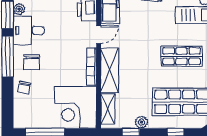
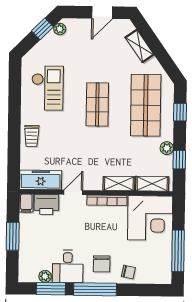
door: (99, 35) -> (73, 192), hinge flipped
chair: (32, 62) -> (102, 264), turned 90
shelving: (110, 70) -> (119, 184), width x0.67, depth x0.75

